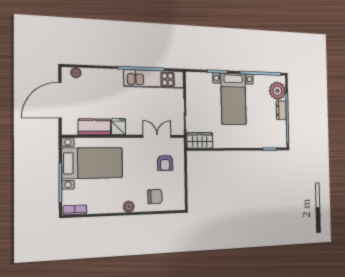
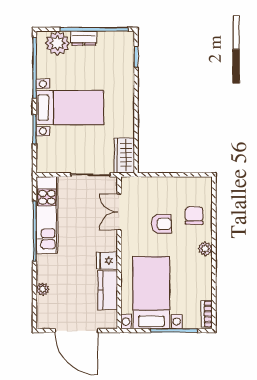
plant: (76, 73) -> (43, 289), moved
armchair: (165, 163) -> (161, 224), moved

